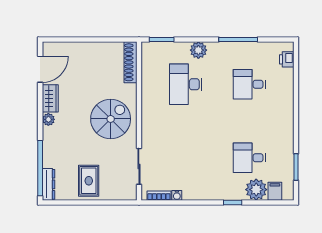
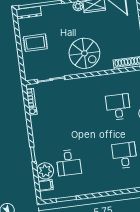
desk: (186, 84) -> (118, 107), width x0.73
desk: (249, 158) -> (69, 163), turned 180

